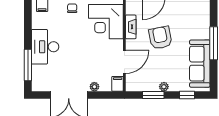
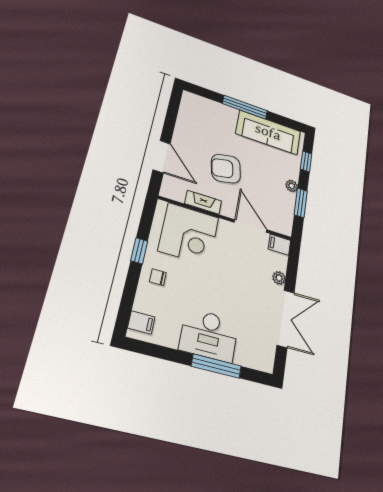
window: (28, 65) -> (216, 366), moved

